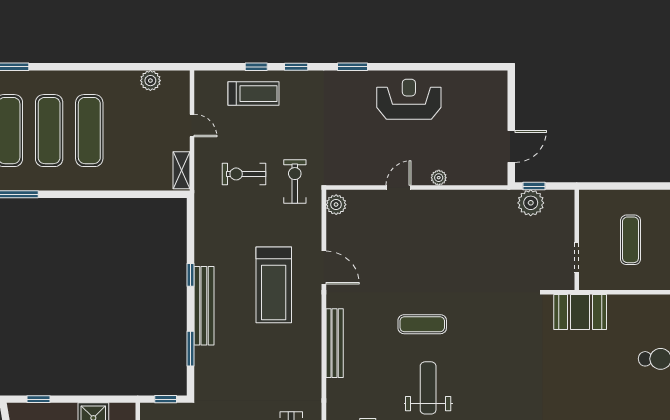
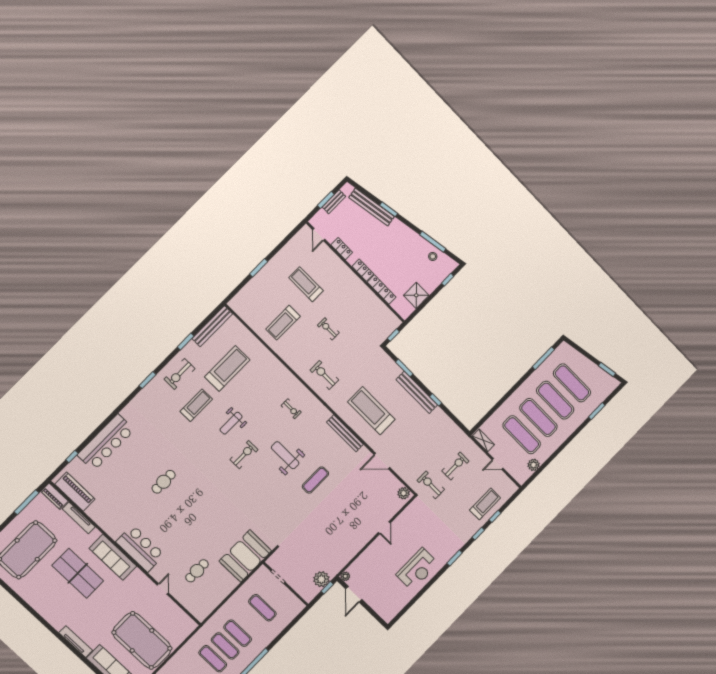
treadmill: (253, 94) -> (485, 504), turned 180
exercise mat: (129, 131) -> (522, 435), added
plant: (439, 178) -> (345, 576), moved
exercise bike: (295, 181) -> (431, 485), turned 180
treadmill: (274, 285) -> (371, 411), moved
booth: (580, 312) -> (245, 556), width x1.36, depth x1.42
weight bench: (428, 388) -> (285, 455), turned 180

